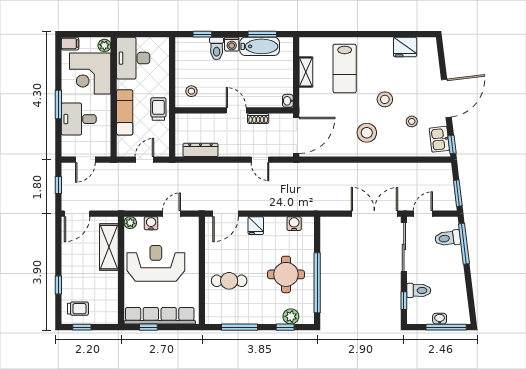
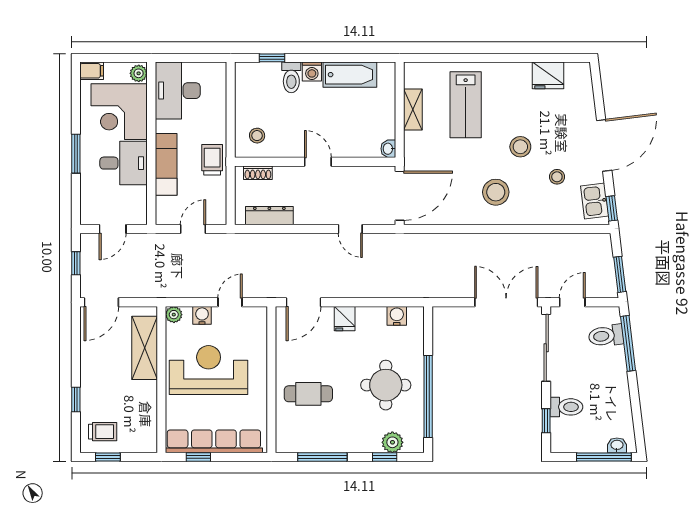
window: (262, 34) -> (353, 58), removed
shoe rack: (258, 118) -> (258, 173), moved
desk: (79, 119) -> (124, 163), moved, turned 180
washbasin: (440, 319) -> (617, 445), moved

